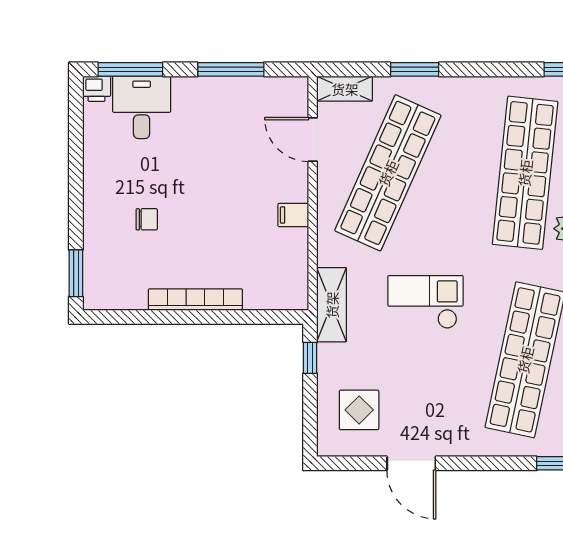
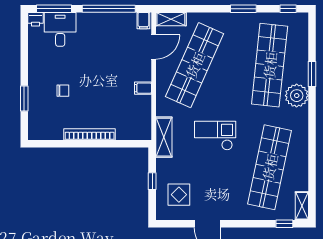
window: (231, 69) -> (109, 9), width x1.46
window: (415, 69) -> (243, 9), moved
filing cabinet: (294, 91) -> (143, 21), added
door: (313, 140) -> (154, 47), swing flipped
window: (76, 273) -> (24, 99), moved
window: (310, 358) -> (152, 181), moved

